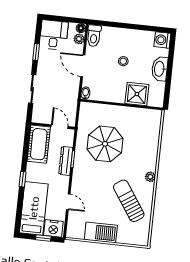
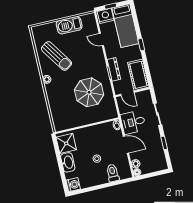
desk: (54, 35) -> (133, 122), moved, turned 90
toilet: (94, 36) -> (113, 173), moved
shower: (137, 94) -> (66, 143), moved

